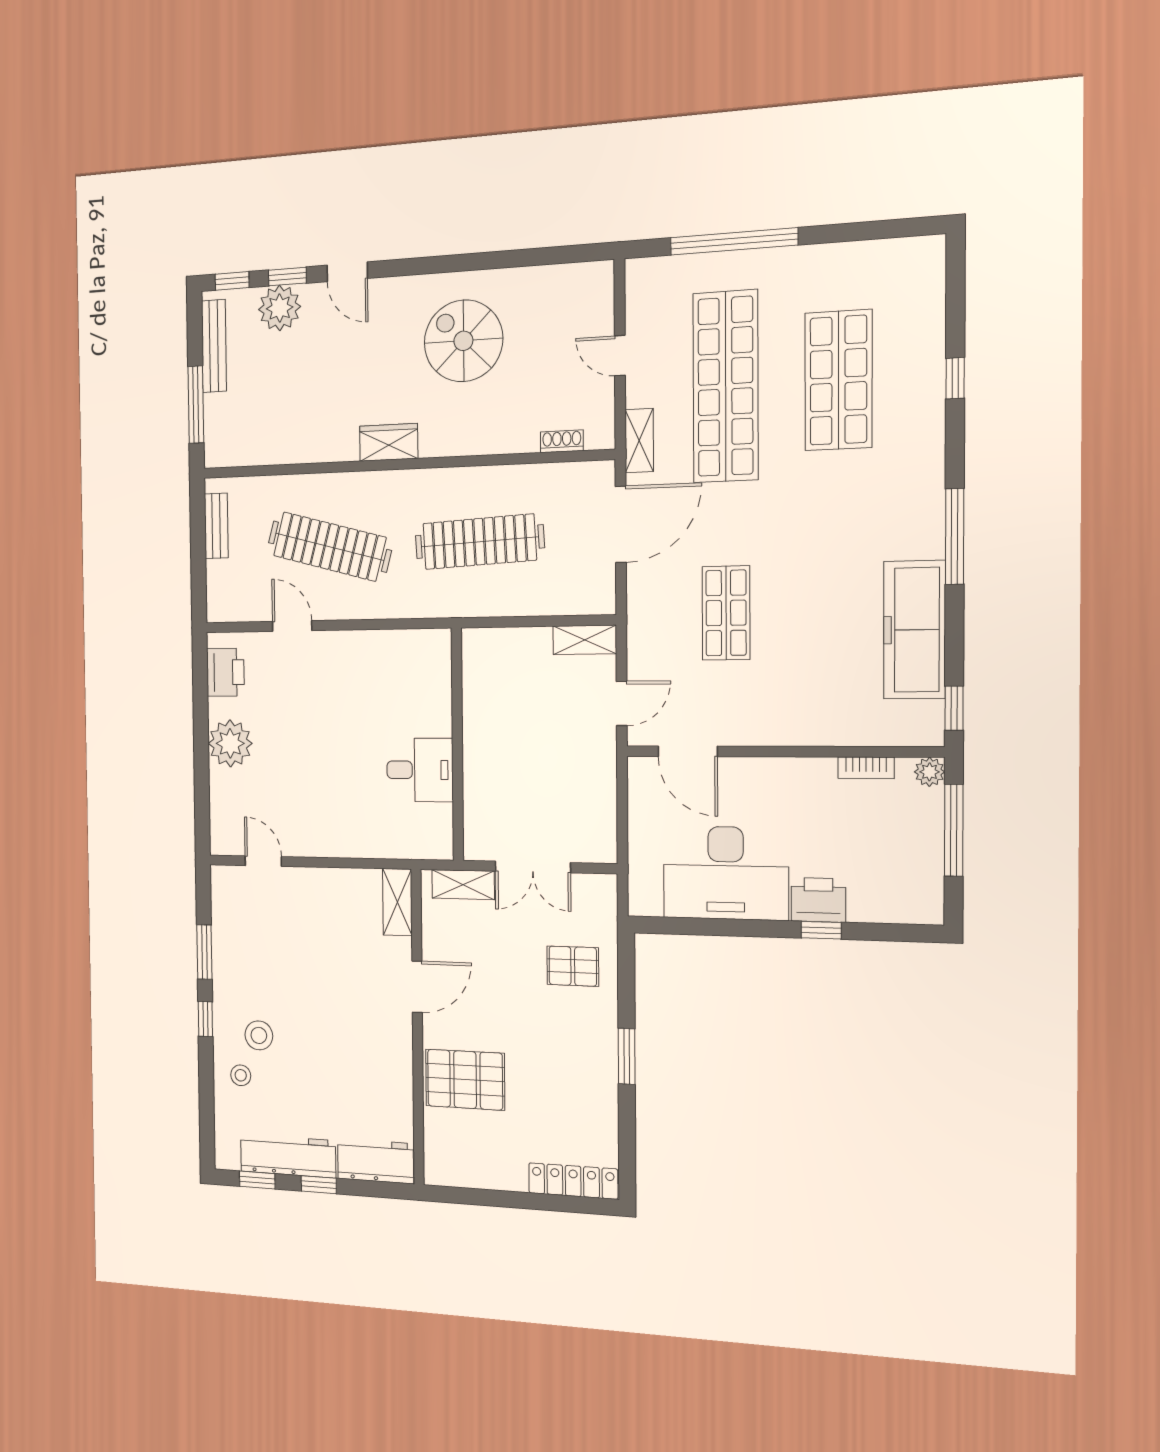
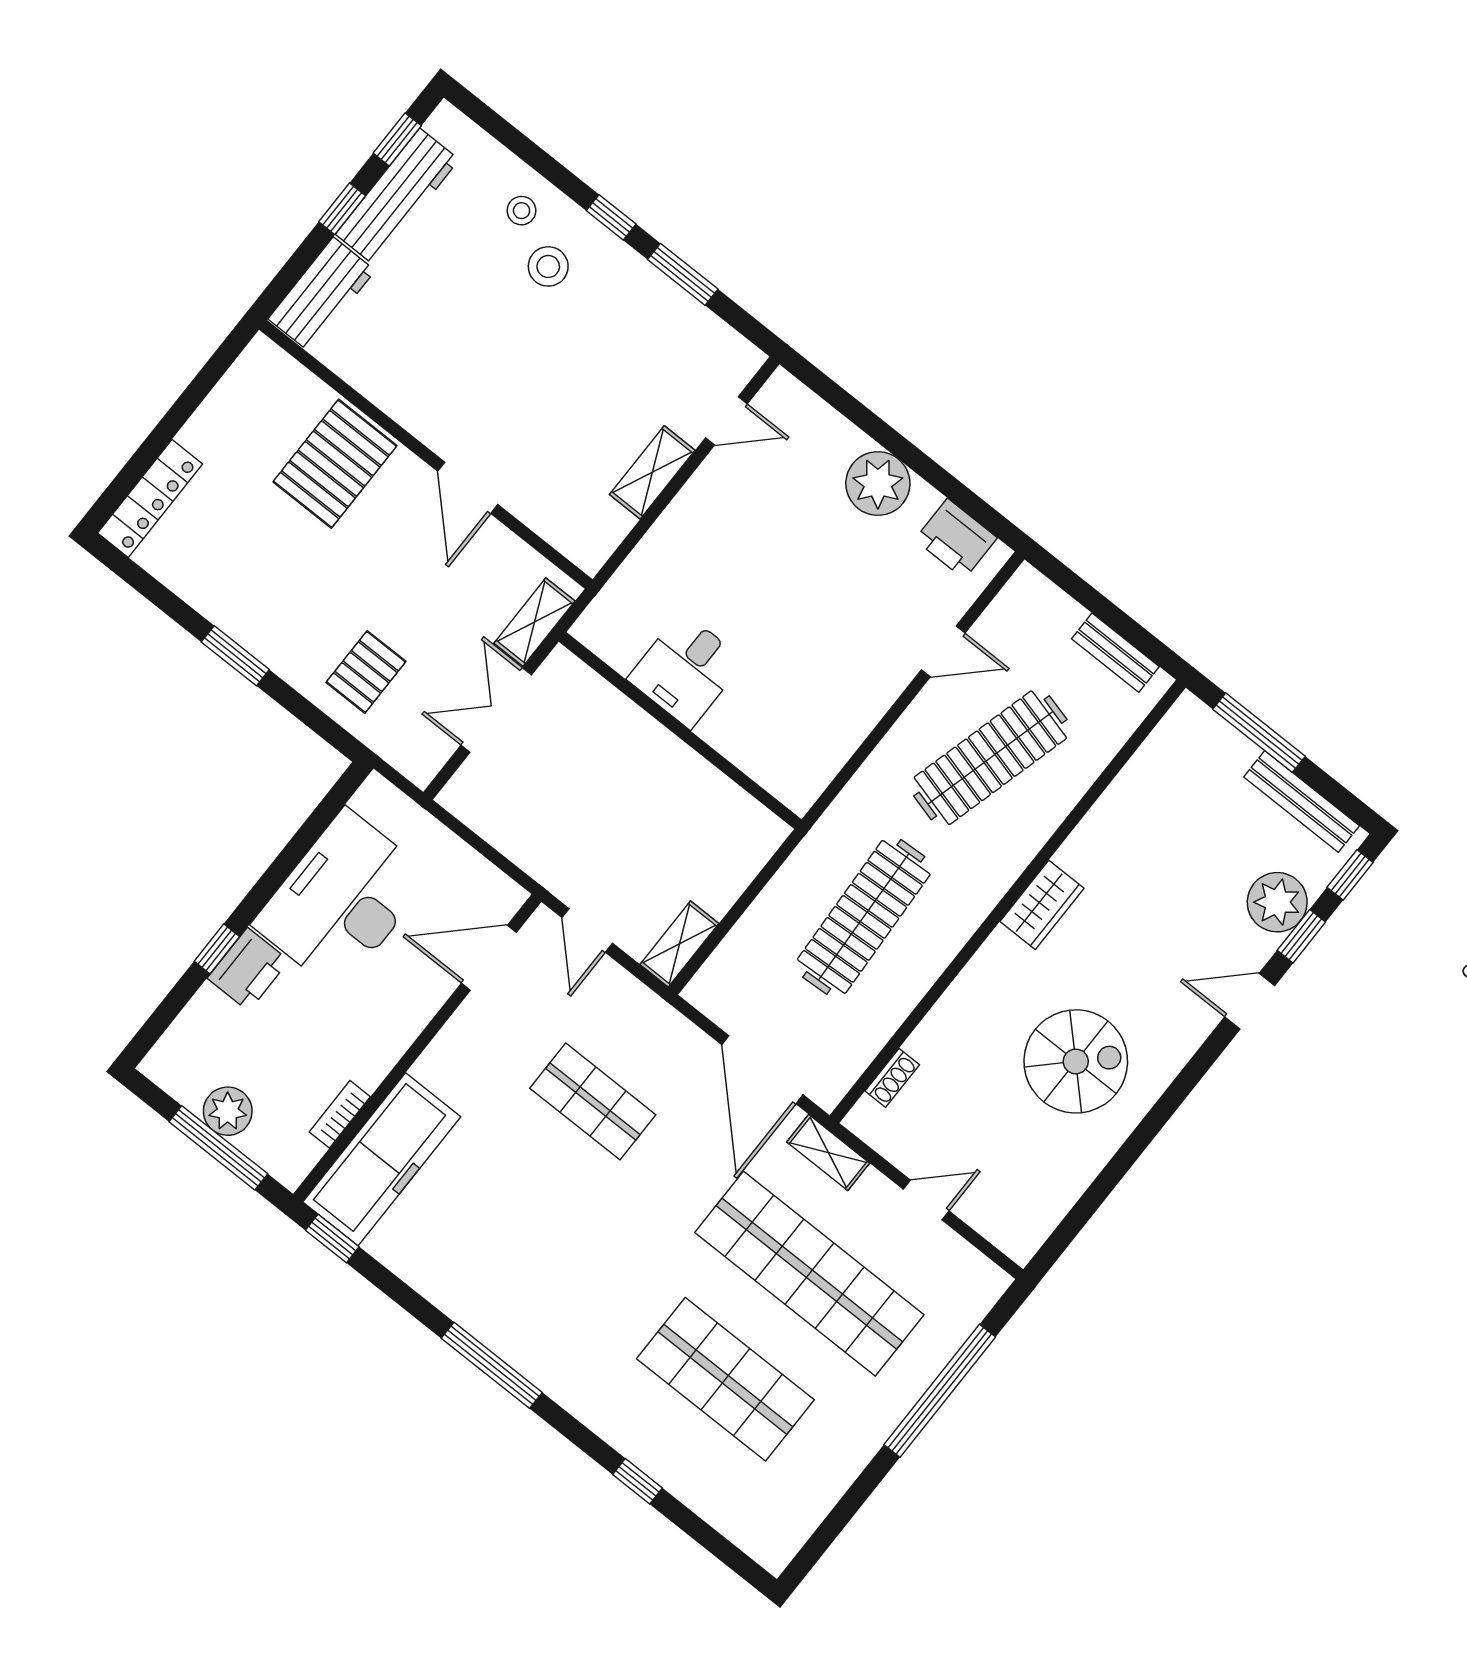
freezer: (914, 630) -> (382, 1159), moved, turned 90
plant: (930, 772) -> (228, 1111), moved, width x1.38, depth x1.38
shelving: (397, 902) -> (652, 472), moved, turned 90

